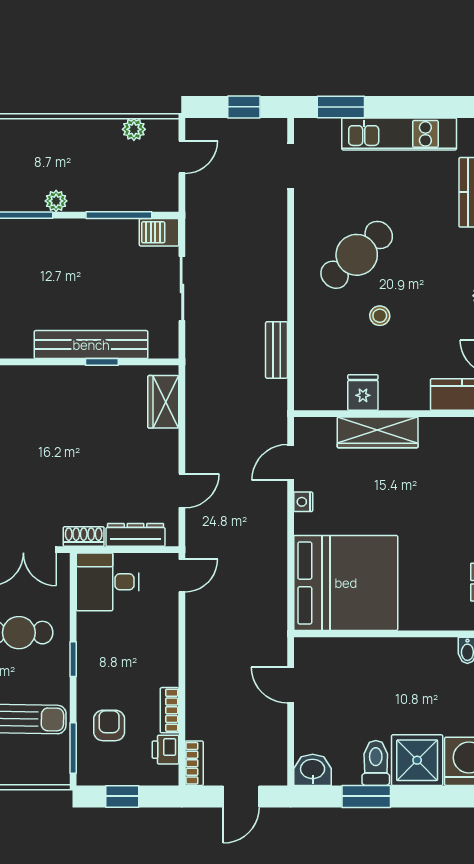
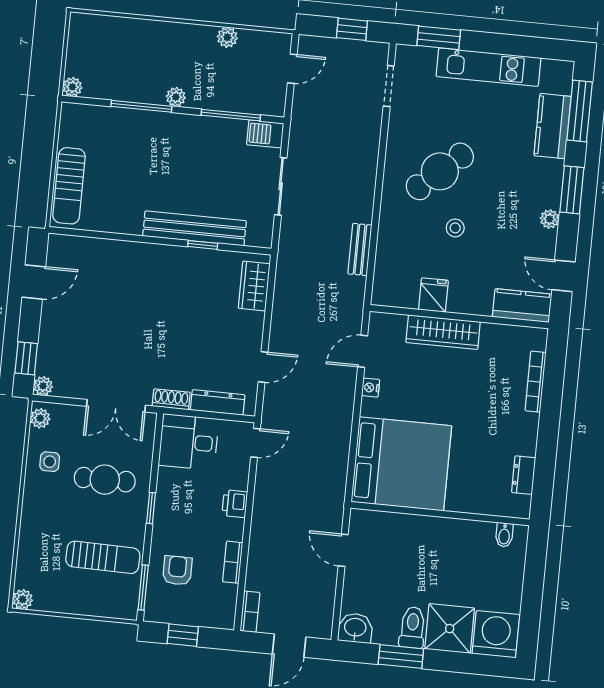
plant: (134, 129) -> (227, 37), moved
printer: (165, 750) -> (235, 504), moved

